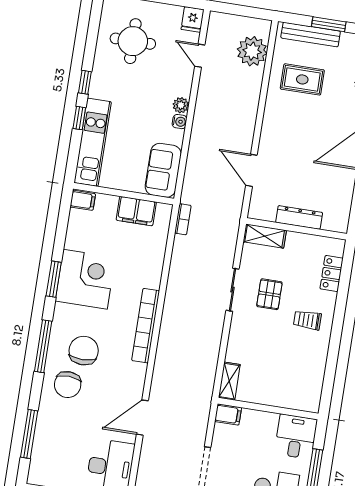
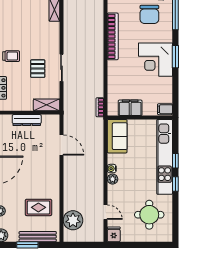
kitchen unit: (93, 142) -> (165, 157), width x1.36

